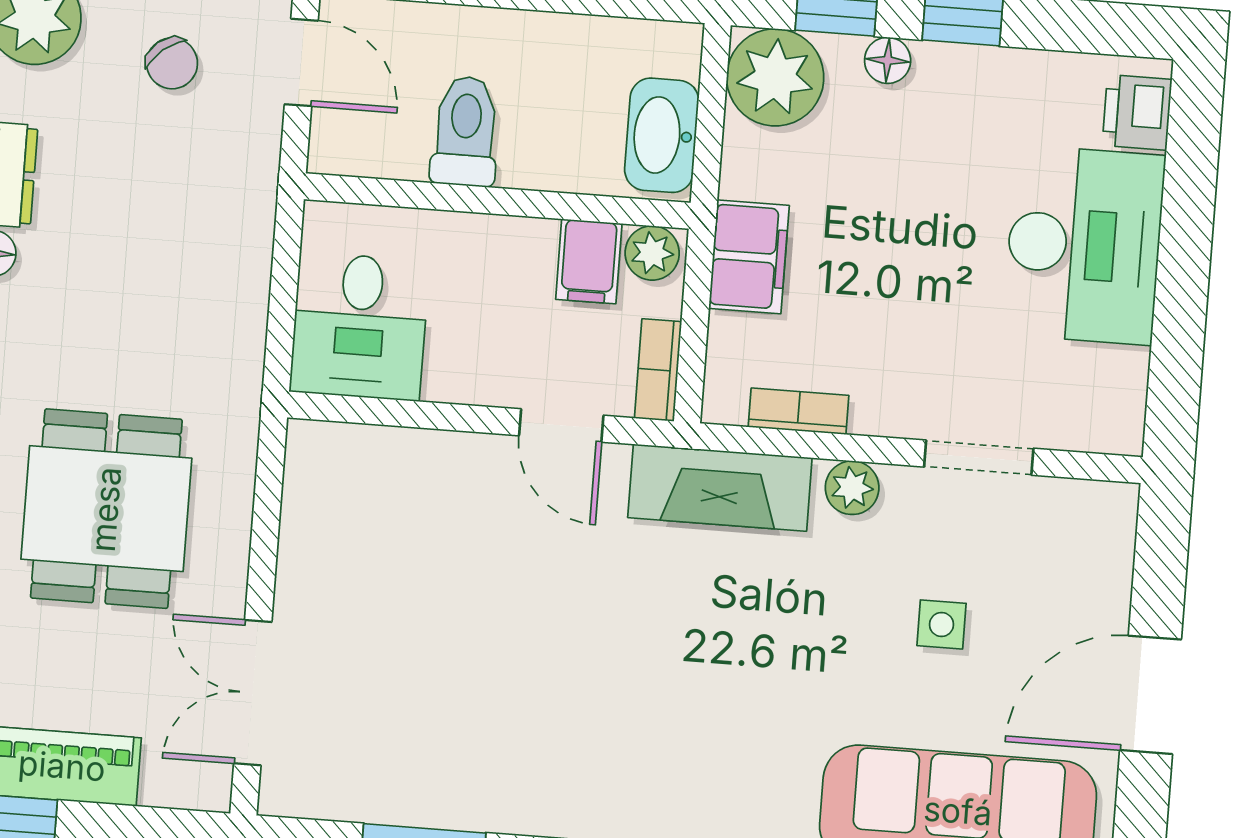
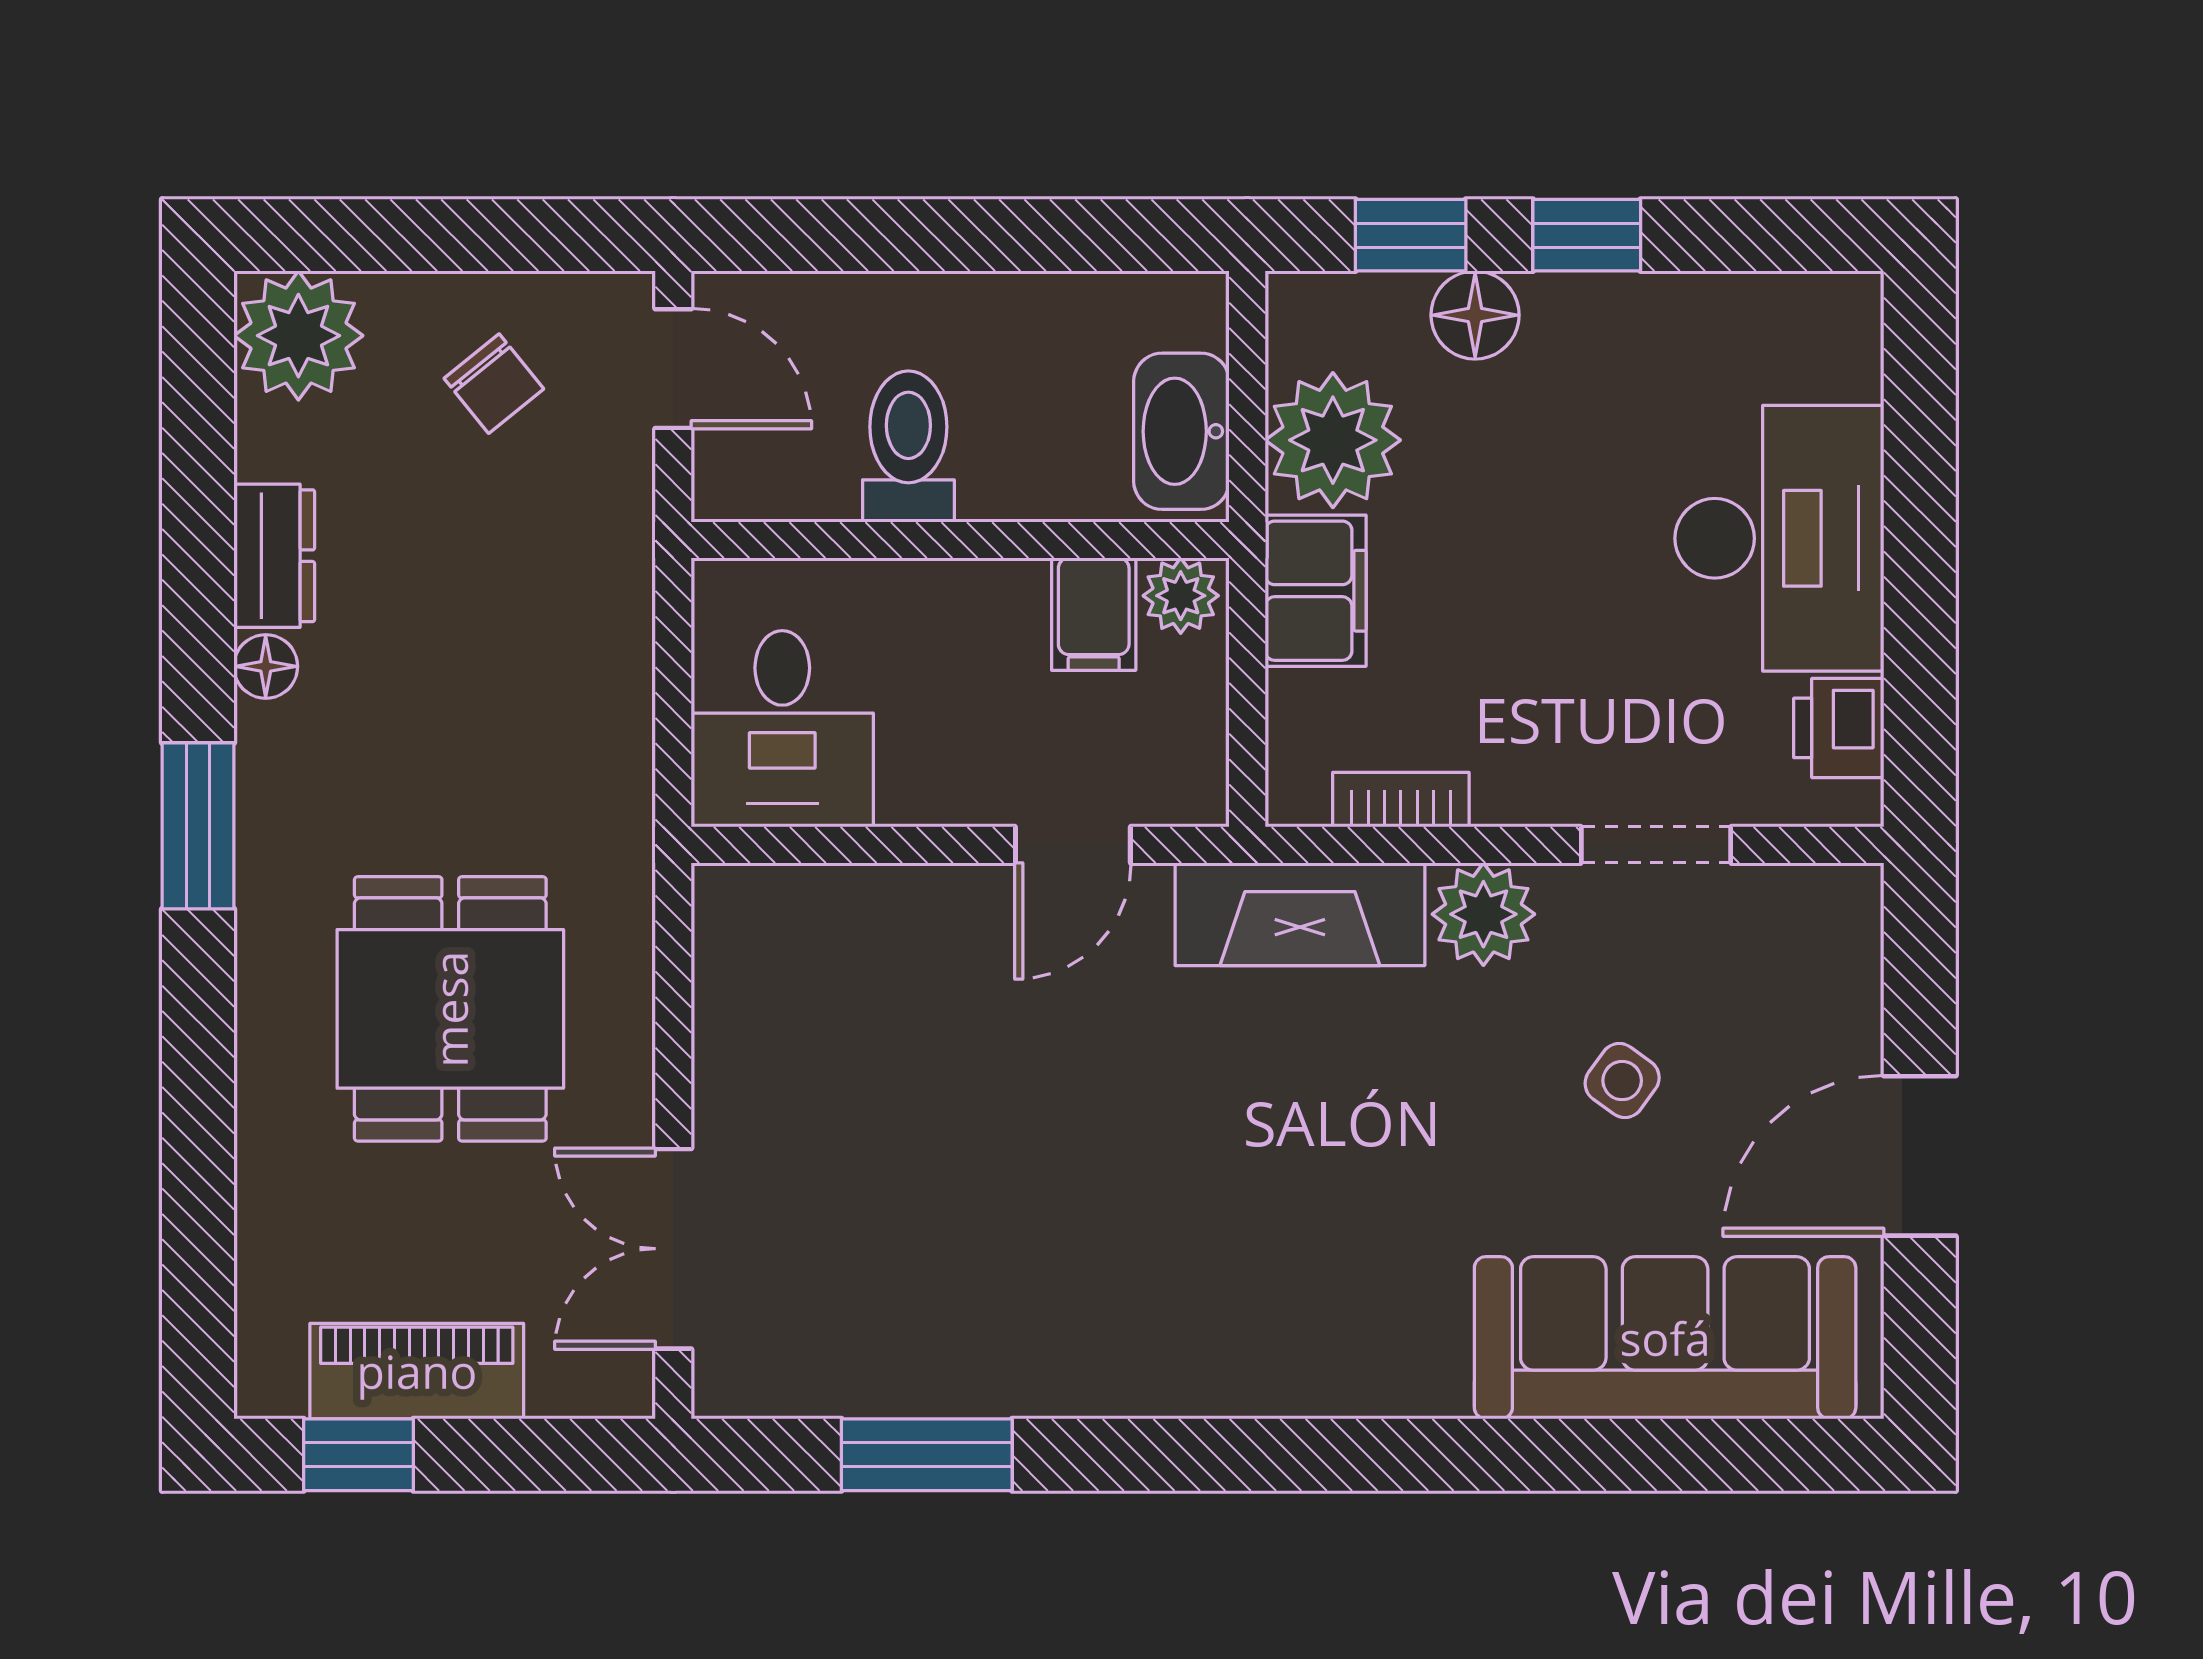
floor lamp: (888, 60) -> (1475, 315), width x1.37, depth x1.37
plant: (775, 77) -> (1333, 440), moved
printer: (1137, 112) -> (1839, 728), moved
bookcase: (658, 370) -> (1201, 757), removed
door: (561, 426) -> (1073, 845), hinge flipped
plant: (852, 488) -> (1483, 914), width x1.38, depth x1.38
side table: (941, 624) -> (1622, 1081), turned 36

